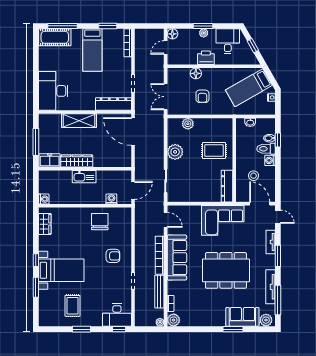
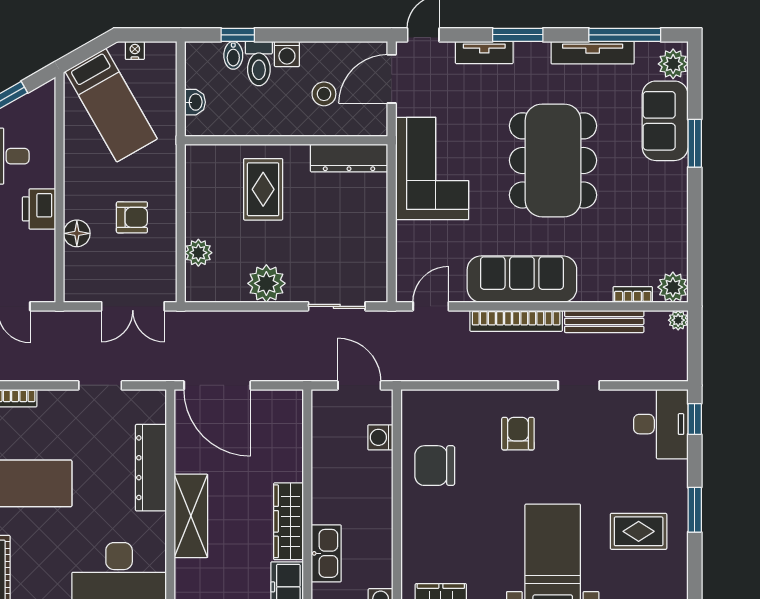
dresser: (113, 104) -> (151, 468), moved
door: (133, 132) -> (217, 385), hinge flipped
kitchen sink: (84, 177) -> (326, 553), moved

